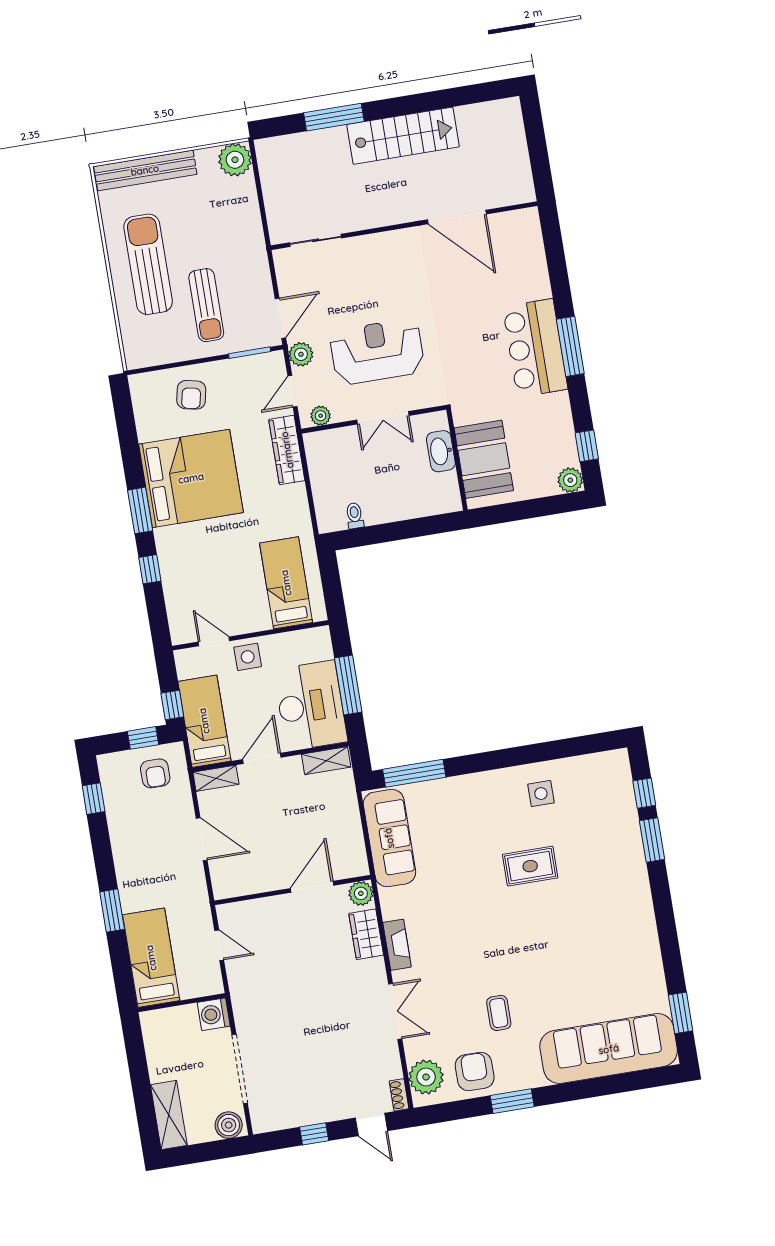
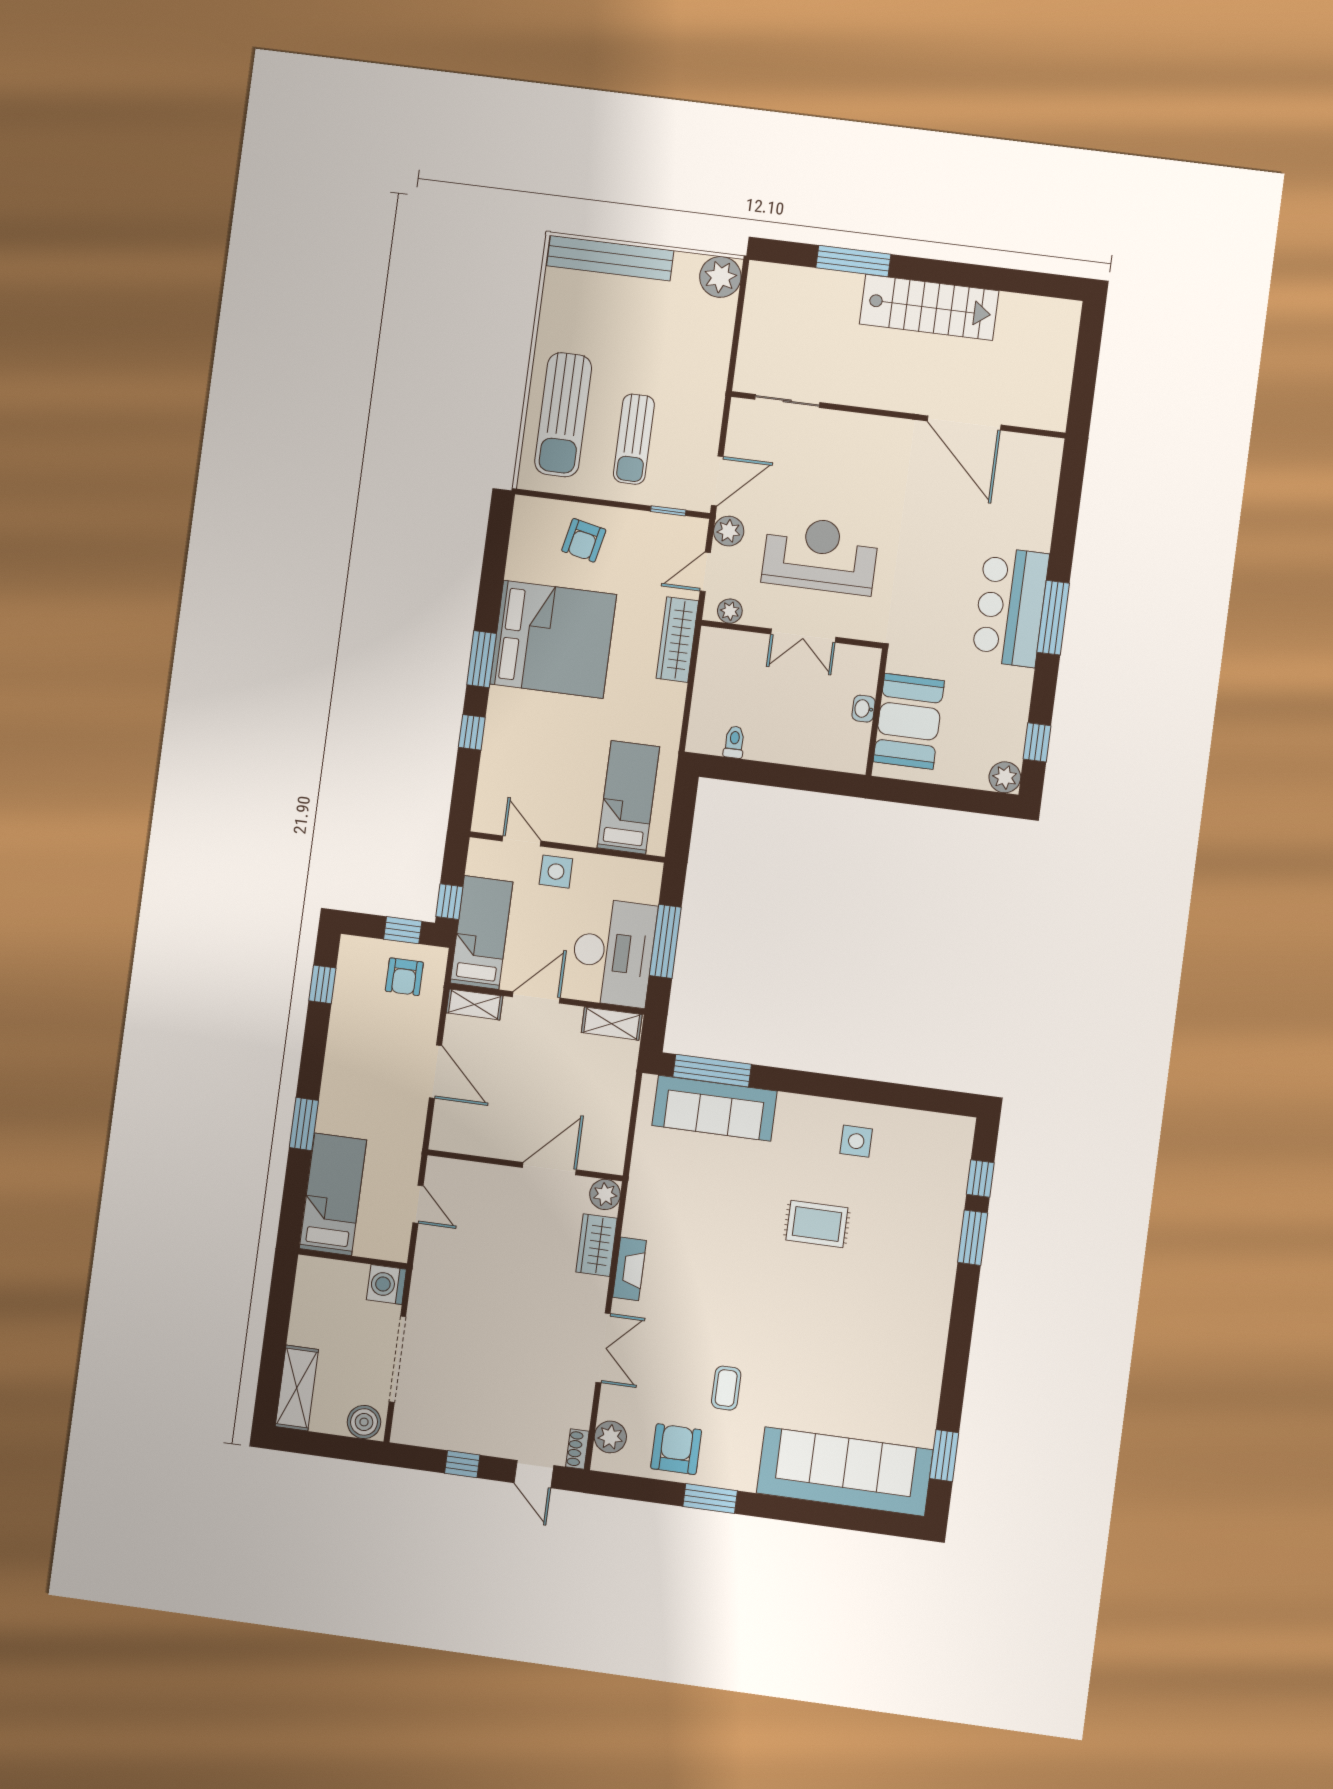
sun lounger: (148, 264) -> (563, 415), moved, turned 180
window: (250, 353) -> (668, 511), width x0.67
washbasin: (441, 451) -> (863, 709), width x0.52, depth x0.69
sofa: (389, 838) -> (715, 1108), moved, turned 90
plant: (426, 1077) -> (610, 1437), width x0.73, depth x0.73

